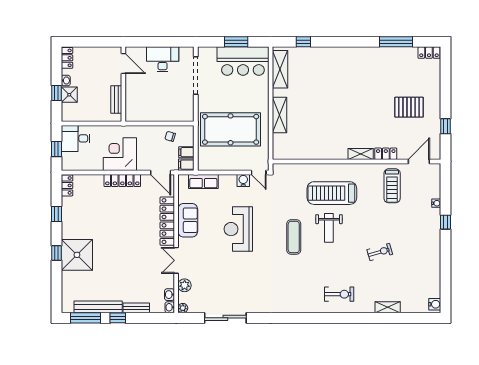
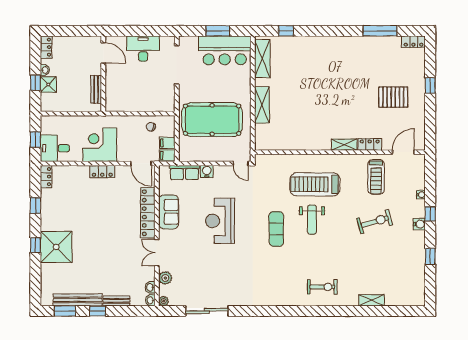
window: (445, 126) -> (430, 86), moved
desk: (76, 138) -> (55, 148), moved
water cooler: (243, 180) -> (207, 171), moved
locker: (122, 181) -> (102, 172), width x0.66
exercise bike: (380, 252) -> (375, 222), moved, width x1.38, depth x1.39
window: (445, 264) -> (430, 256), added
water cooler: (435, 304) -> (419, 224), moved
window: (86, 318) -> (65, 311), width x0.69

